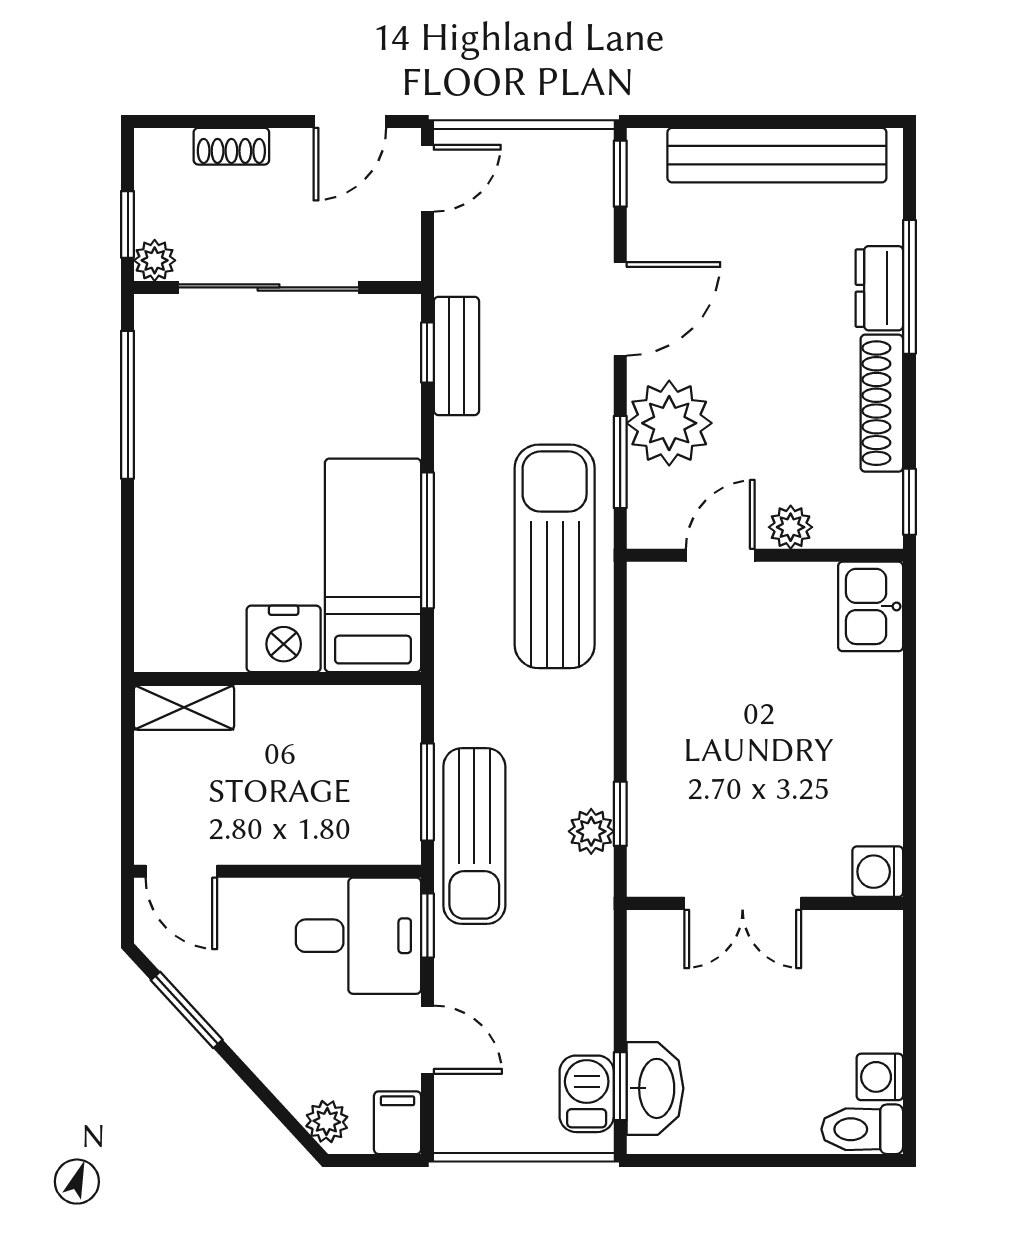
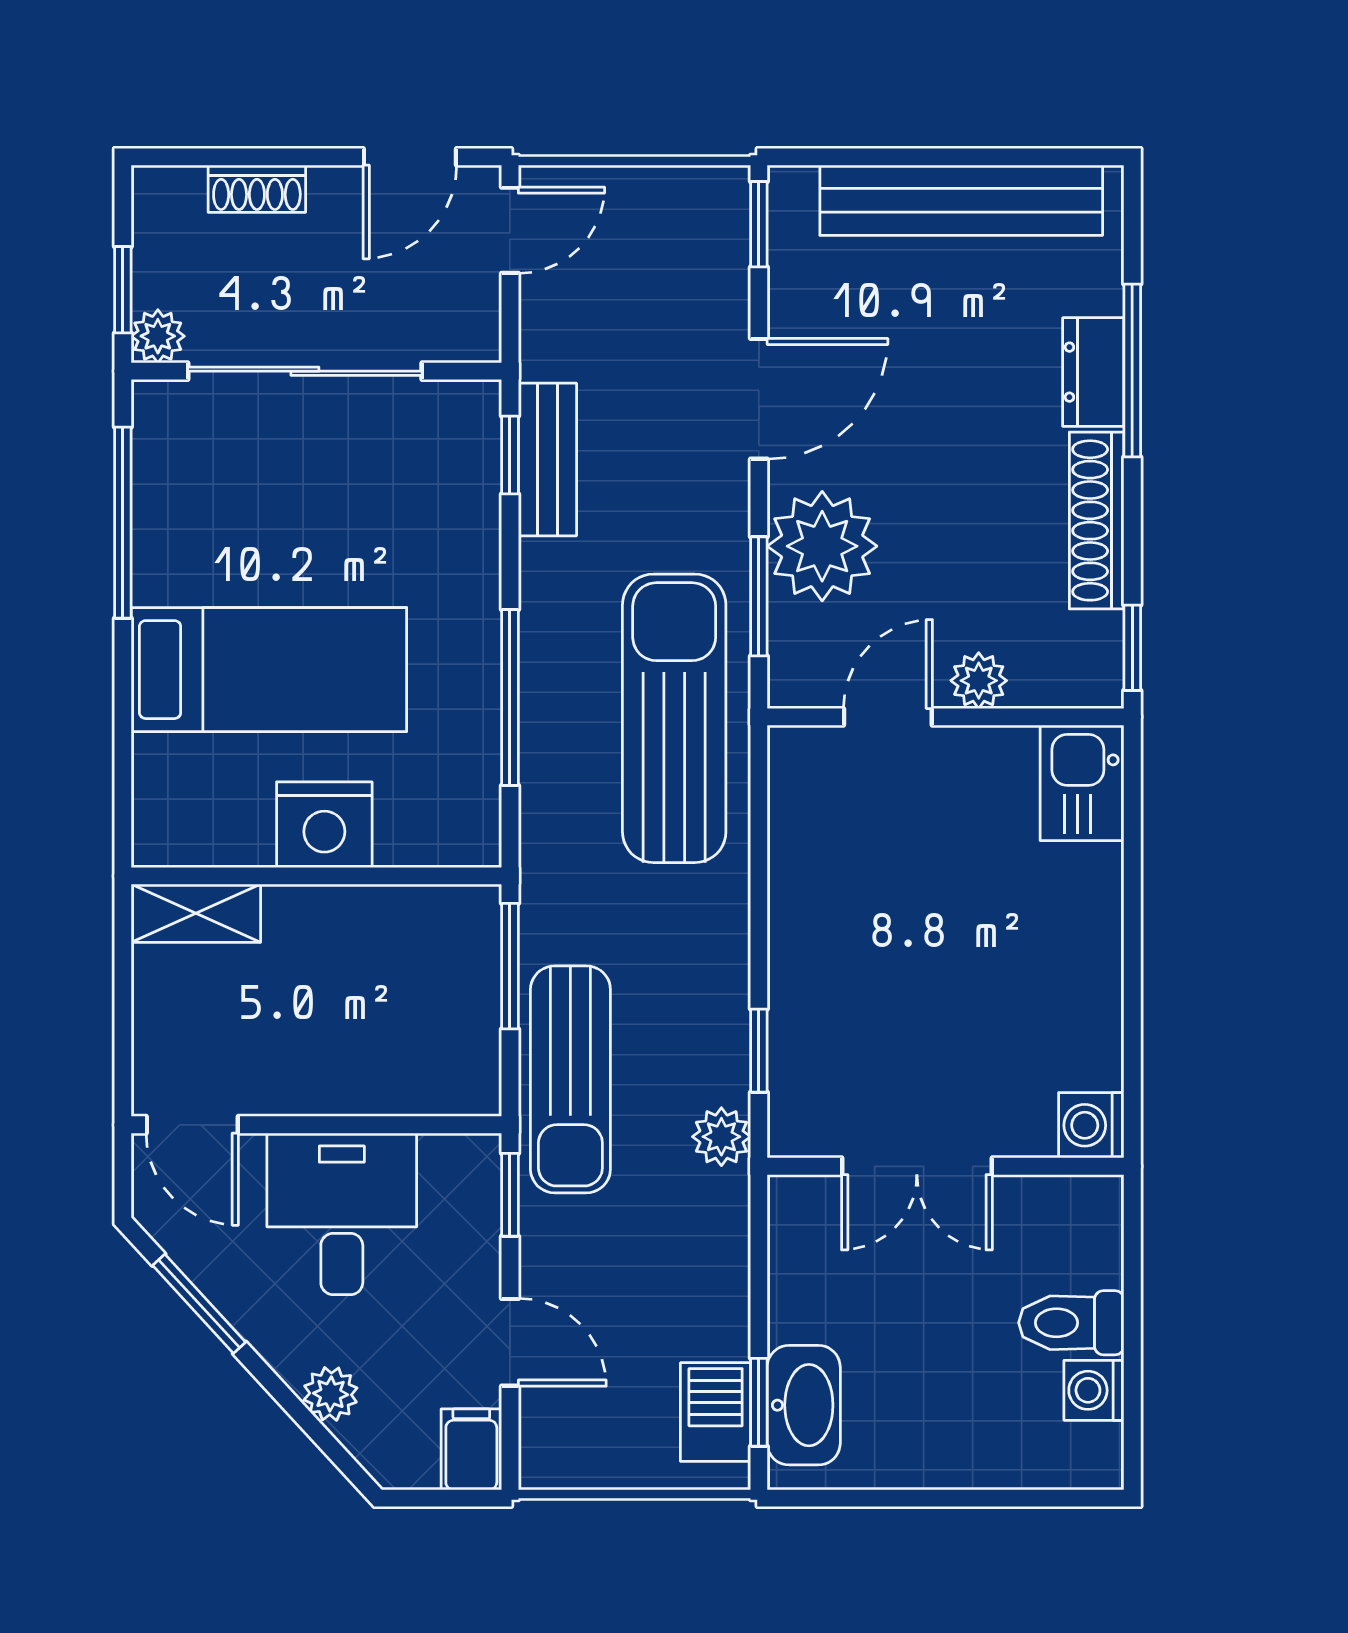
bed: (373, 565) -> (269, 670), moved, turned 90
window: (427, 792) -> (510, 966), moved
plant: (591, 831) -> (721, 1137), moved
desk: (358, 936) -> (342, 1214), moved, turned -90
plant: (327, 1121) -> (331, 1394), moved
toilet: (862, 1129) -> (1071, 1323), moved

